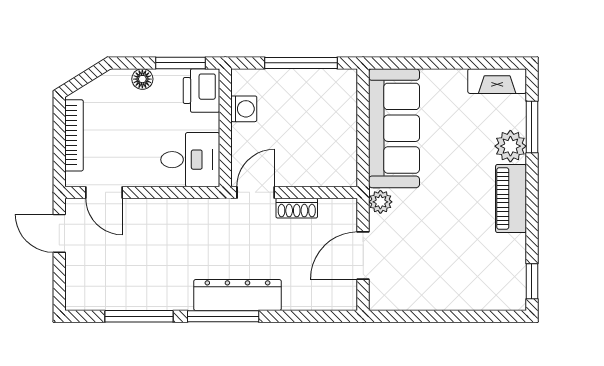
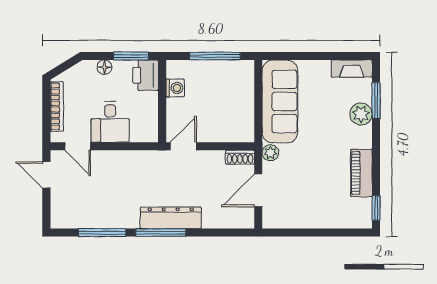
desk: (190, 160) -> (110, 122), moved, turned 90
piano: (511, 198) -> (361, 173), moved
shoe rack: (297, 208) -> (240, 157), moved

